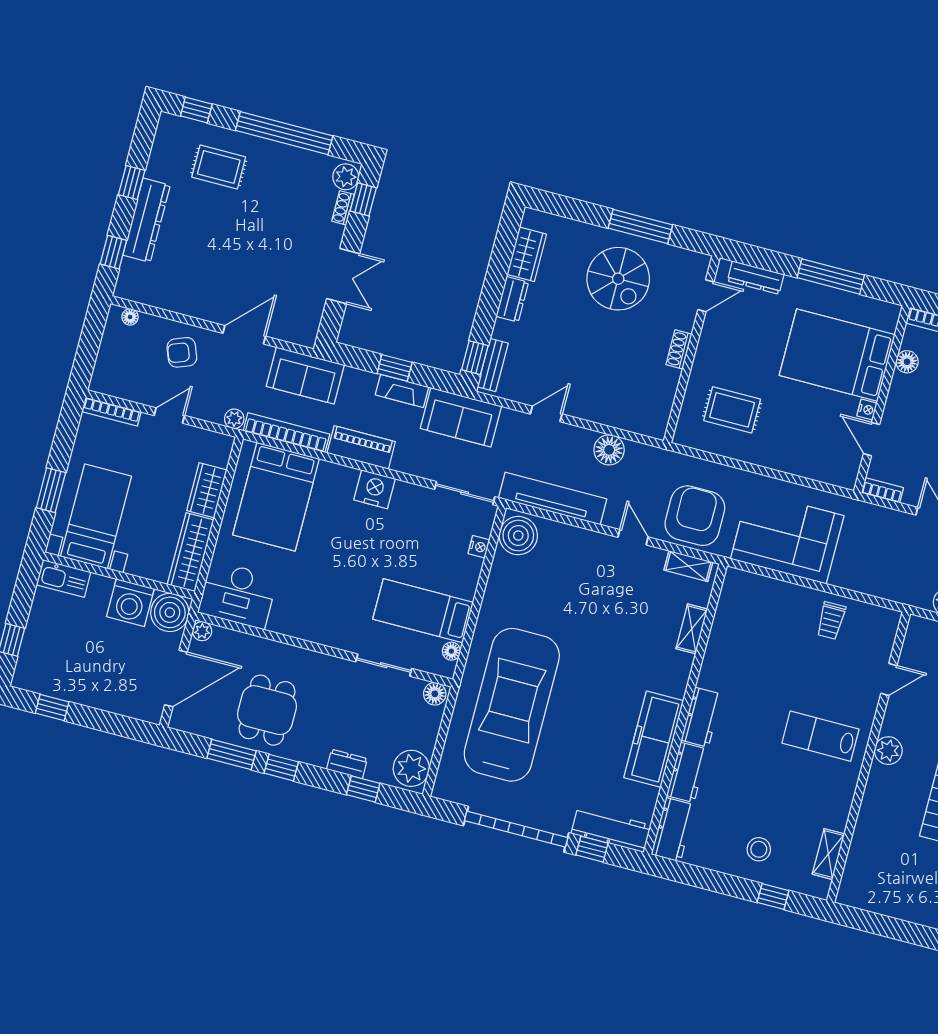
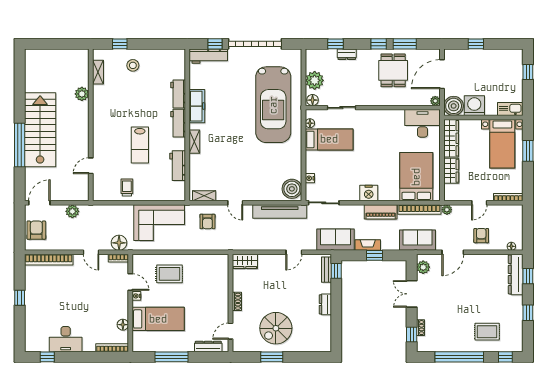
plant: (346, 177) -> (423, 267), moved
dresser: (147, 220) -> (516, 274), moved
window: (640, 226) -> (272, 357), width x0.69
wardrobe: (527, 254) -> (245, 261), moved, turned -90
spiral stairs: (618, 279) -> (276, 328), turned -90
armchair: (182, 352) -> (481, 236), turned -69
bed: (837, 355) -> (158, 319), width x0.67
rug: (732, 410) -> (169, 274), moved
floor lamp: (609, 450) -> (119, 243), moved
armchair: (695, 516) -> (207, 221), width x0.53, depth x0.53
shelving: (692, 629) -> (194, 142), moved
window: (52, 707) -> (476, 44), moved
lab bench: (820, 736) -> (140, 145), moved, turned 90
freezer: (654, 739) -> (197, 106), width x0.73, depth x0.79
plant: (888, 751) -> (82, 94), moved
plant: (411, 768) -> (315, 80), moved
workbench: (673, 830) -> (178, 166), moved

